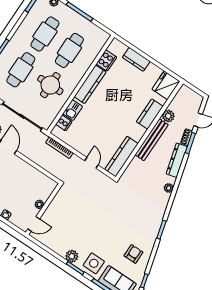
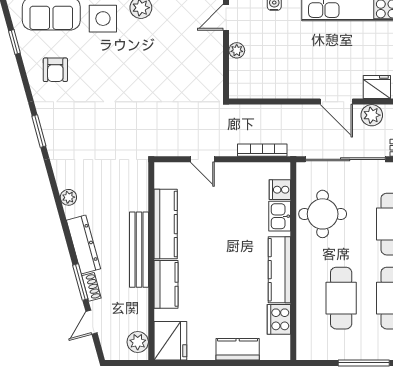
round table: (50, 85) -> (323, 214), moved
plant: (168, 116) -> (138, 342), moved
kitchen counter: (121, 157) -> (166, 224), moved

